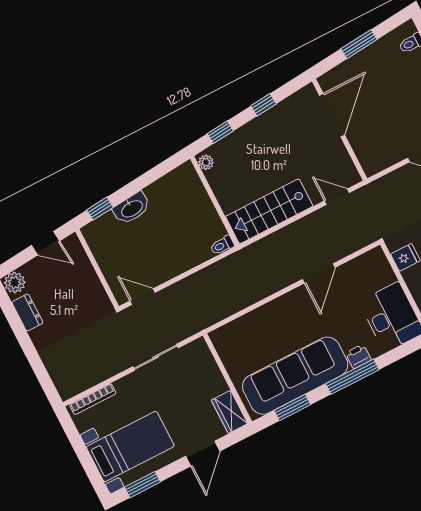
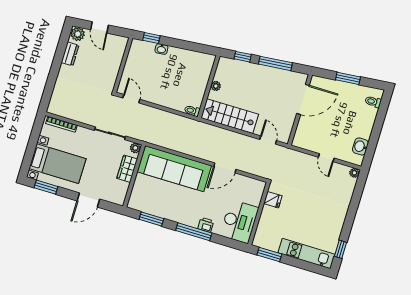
window: (263, 105) -> (275, 63), width x2.17
plant: (206, 162) -> (216, 86), moved
washbasin: (132, 208) -> (161, 49), width x0.52, depth x0.69
door: (46, 243) -> (100, 27), moved
plant: (199, 347) -> (135, 148), added
sofa: (295, 376) -> (174, 169), moved, turned 180
wardrobe: (230, 412) -> (127, 169), moved

